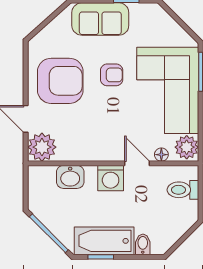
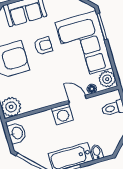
washbasin: (70, 177) -> (17, 133), moved, turned -90

